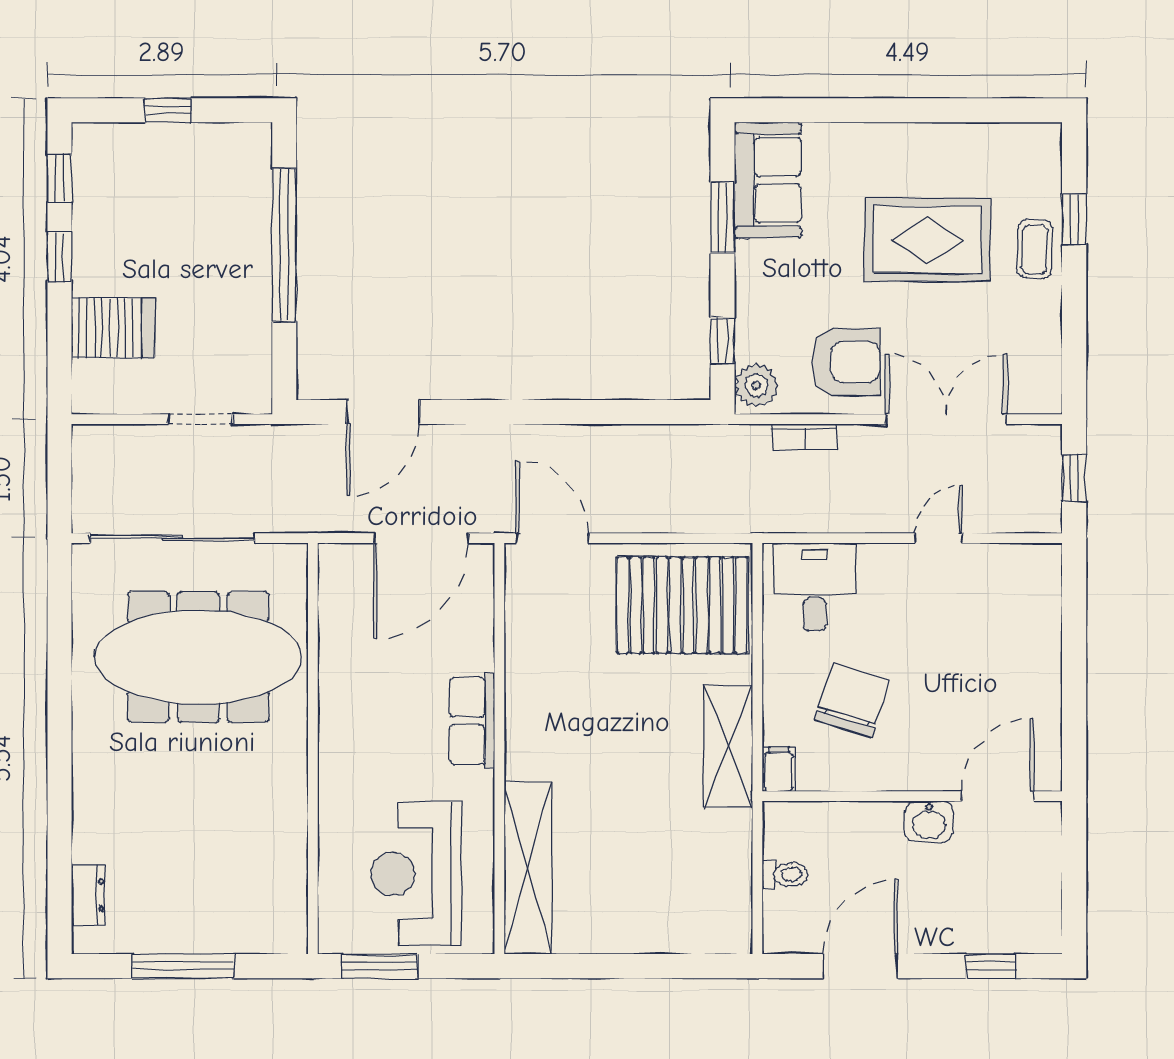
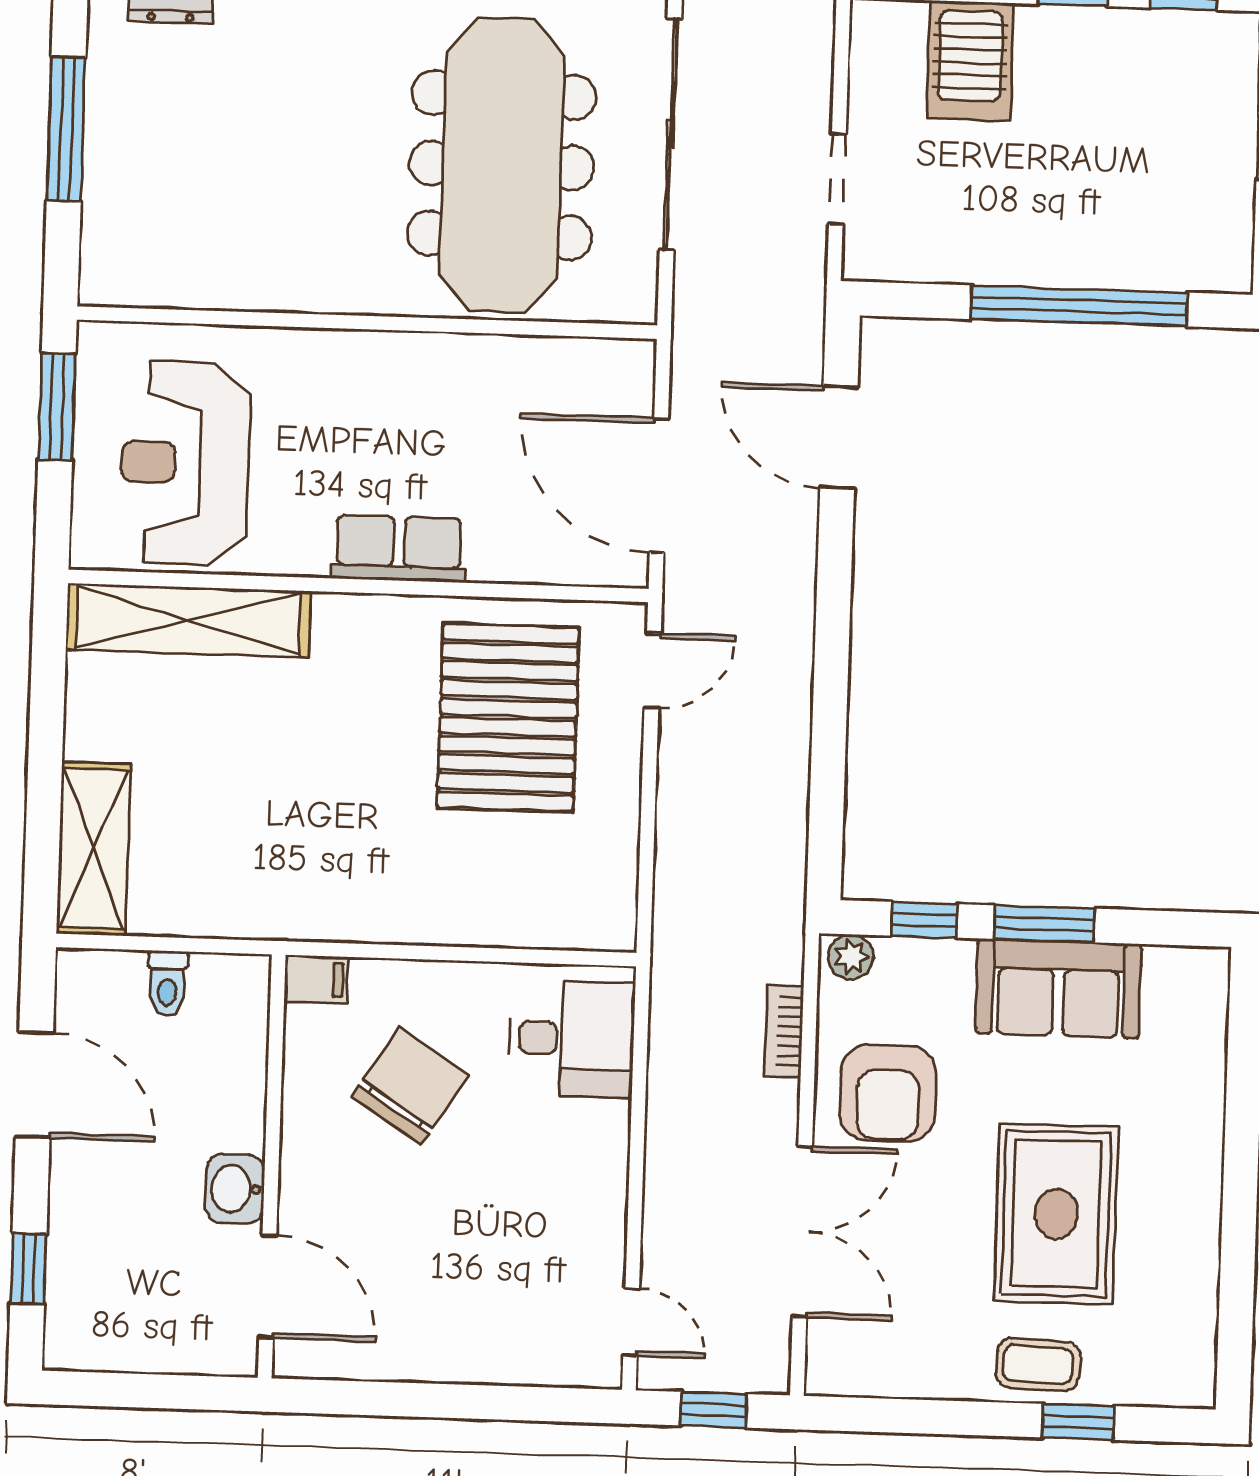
sofa: (768, 180) -> (1058, 988), moved
window: (722, 218) -> (1044, 924), moved
plant: (756, 385) -> (851, 957), width x0.73, depth x0.73
door: (552, 538) -> (653, 671), width x0.73
door: (938, 538) -> (631, 1322), moved
pallet: (682, 605) -> (508, 718), moved
chair: (852, 700) -> (410, 1086), turned -74
shelving: (728, 746) -> (94, 849), moved, turned 90
reception desk: (416, 874) -> (185, 463), turned -90

